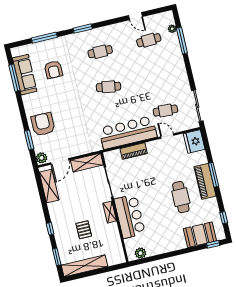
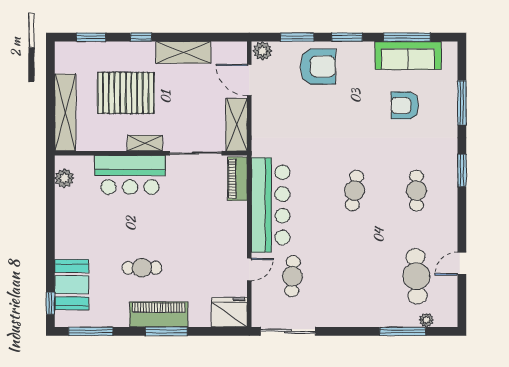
cafe table: (149, 40) -> (416, 276), width x1.37, depth x1.35
window: (22, 112) -> (347, 37), added
piano: (134, 151) -> (237, 179), moved
shelving: (49, 186) -> (183, 52), moved
cafe table: (181, 197) -> (142, 268), width x0.73, depth x0.74
window: (224, 218) -> (91, 331), width x2.17
pallet: (84, 230) -> (126, 93), width x2.05, depth x2.00
shelving: (84, 266) -> (65, 112), moved

